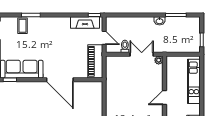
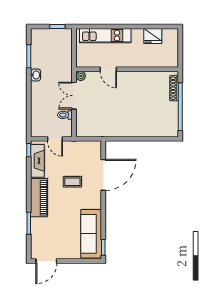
coffee table: (23, 26) -> (72, 182), moved
door: (104, 38) -> (55, 139), swing flipped
piano: (95, 61) -> (39, 198), moved, turned -90
door: (60, 80) -> (103, 175), moved
door: (165, 98) -> (108, 69), moved

